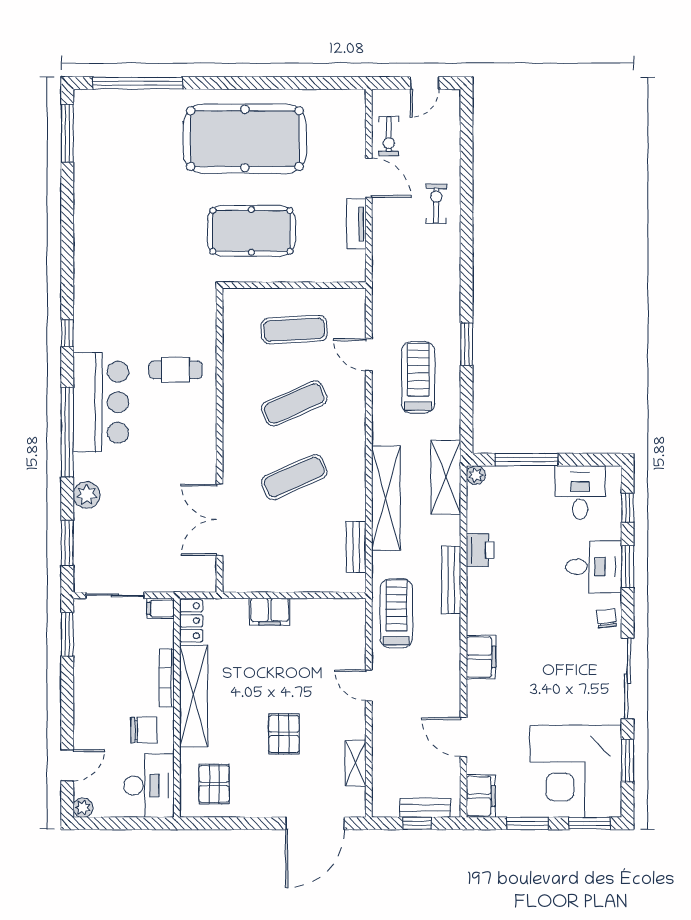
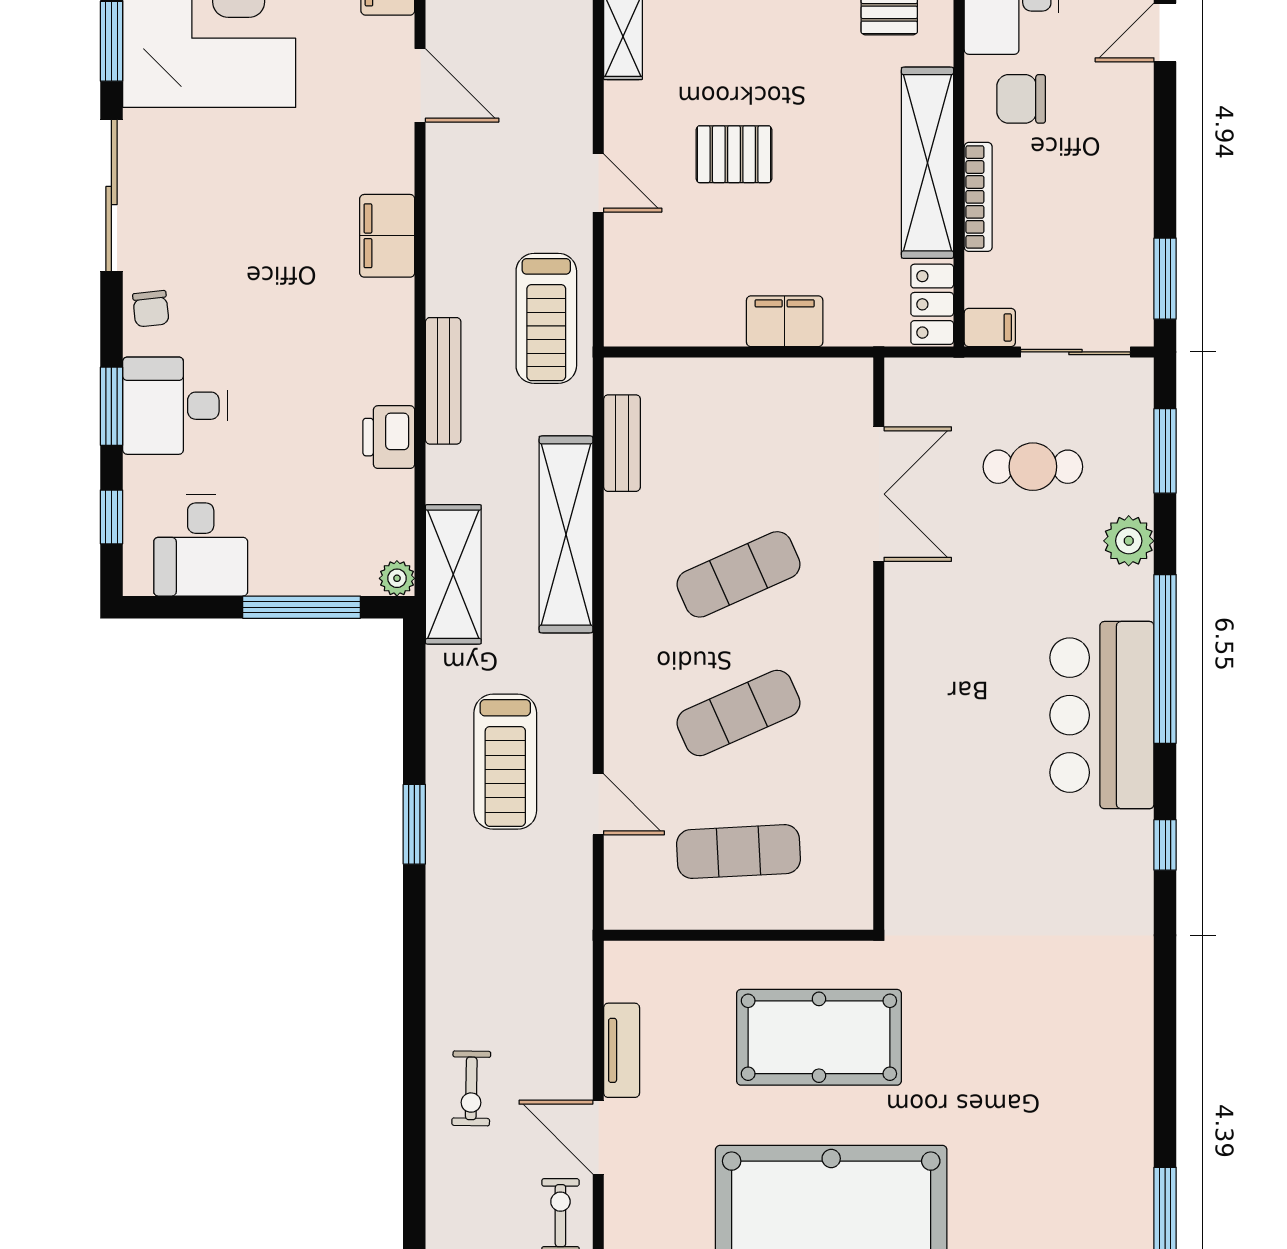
cafe table: (176, 370) -> (1033, 467), moved
pallet: (284, 734) -> (734, 154), moved, turned 90

